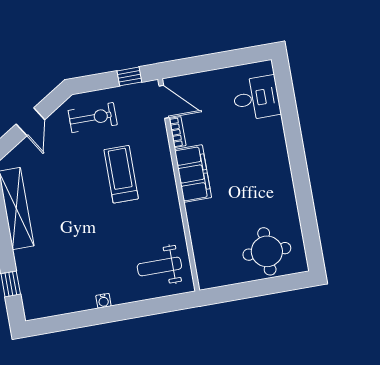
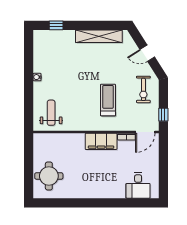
treadmill: (121, 174) -> (108, 100), turned -90

